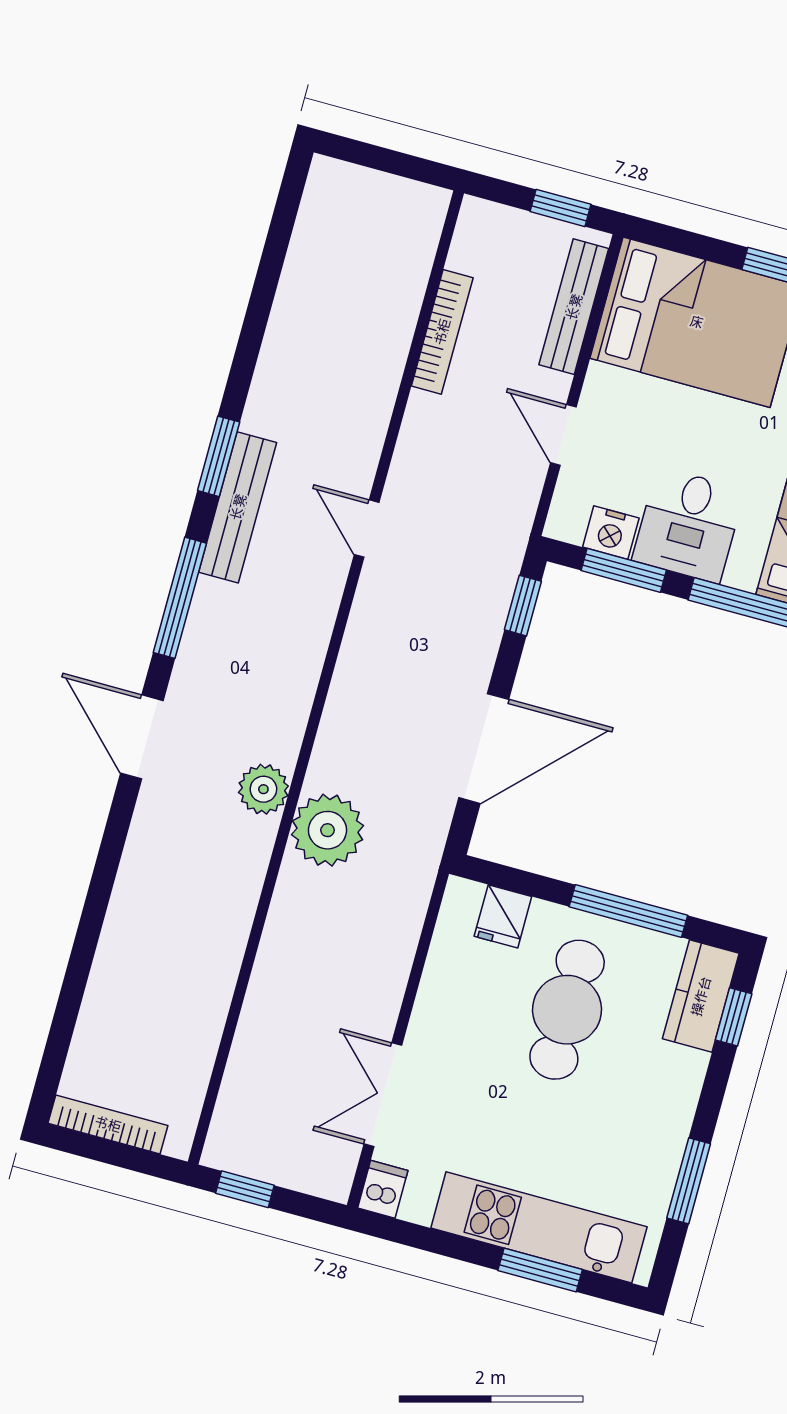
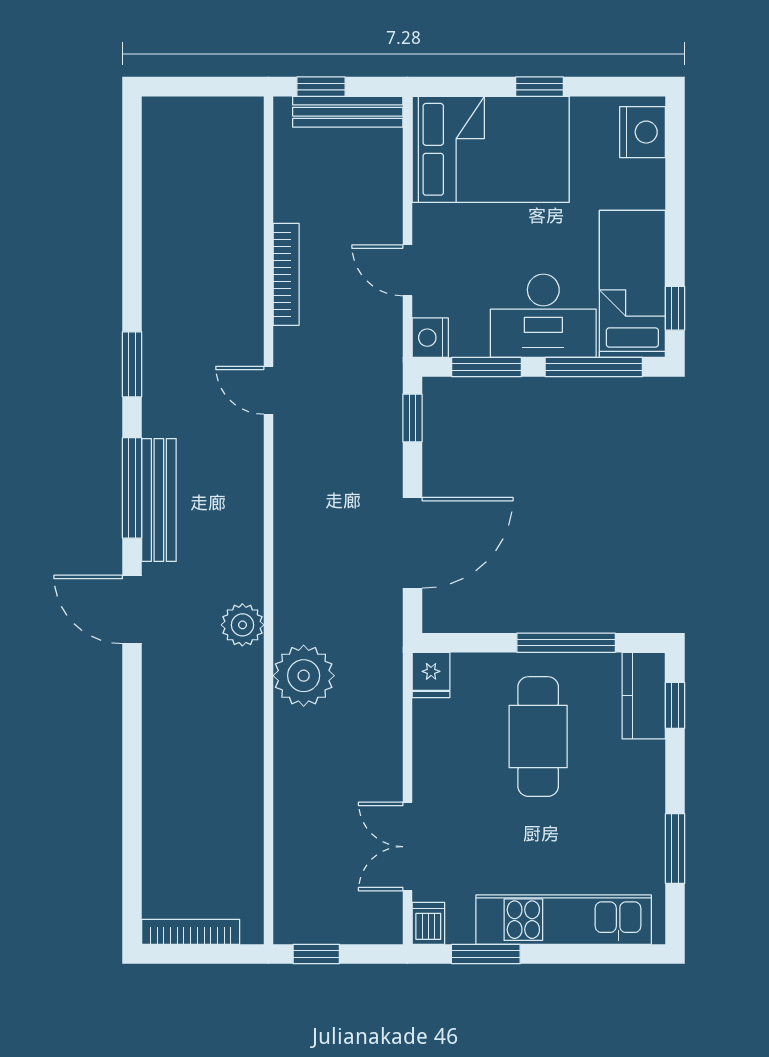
window: (560, 208) -> (321, 87), moved
bench: (574, 307) -> (348, 112), moved, turned 90
bookcase: (442, 332) -> (286, 274), moved
bench: (238, 507) -> (159, 500), moved
desk: (688, 525) -> (543, 316), width x1.37
nightstand: (611, 533) -> (430, 338), moved, turned 90
plant: (328, 830) -> (304, 676), moved
fridge: (503, 916) -> (431, 675), moved
window: (540, 1270) -> (486, 954), moved

